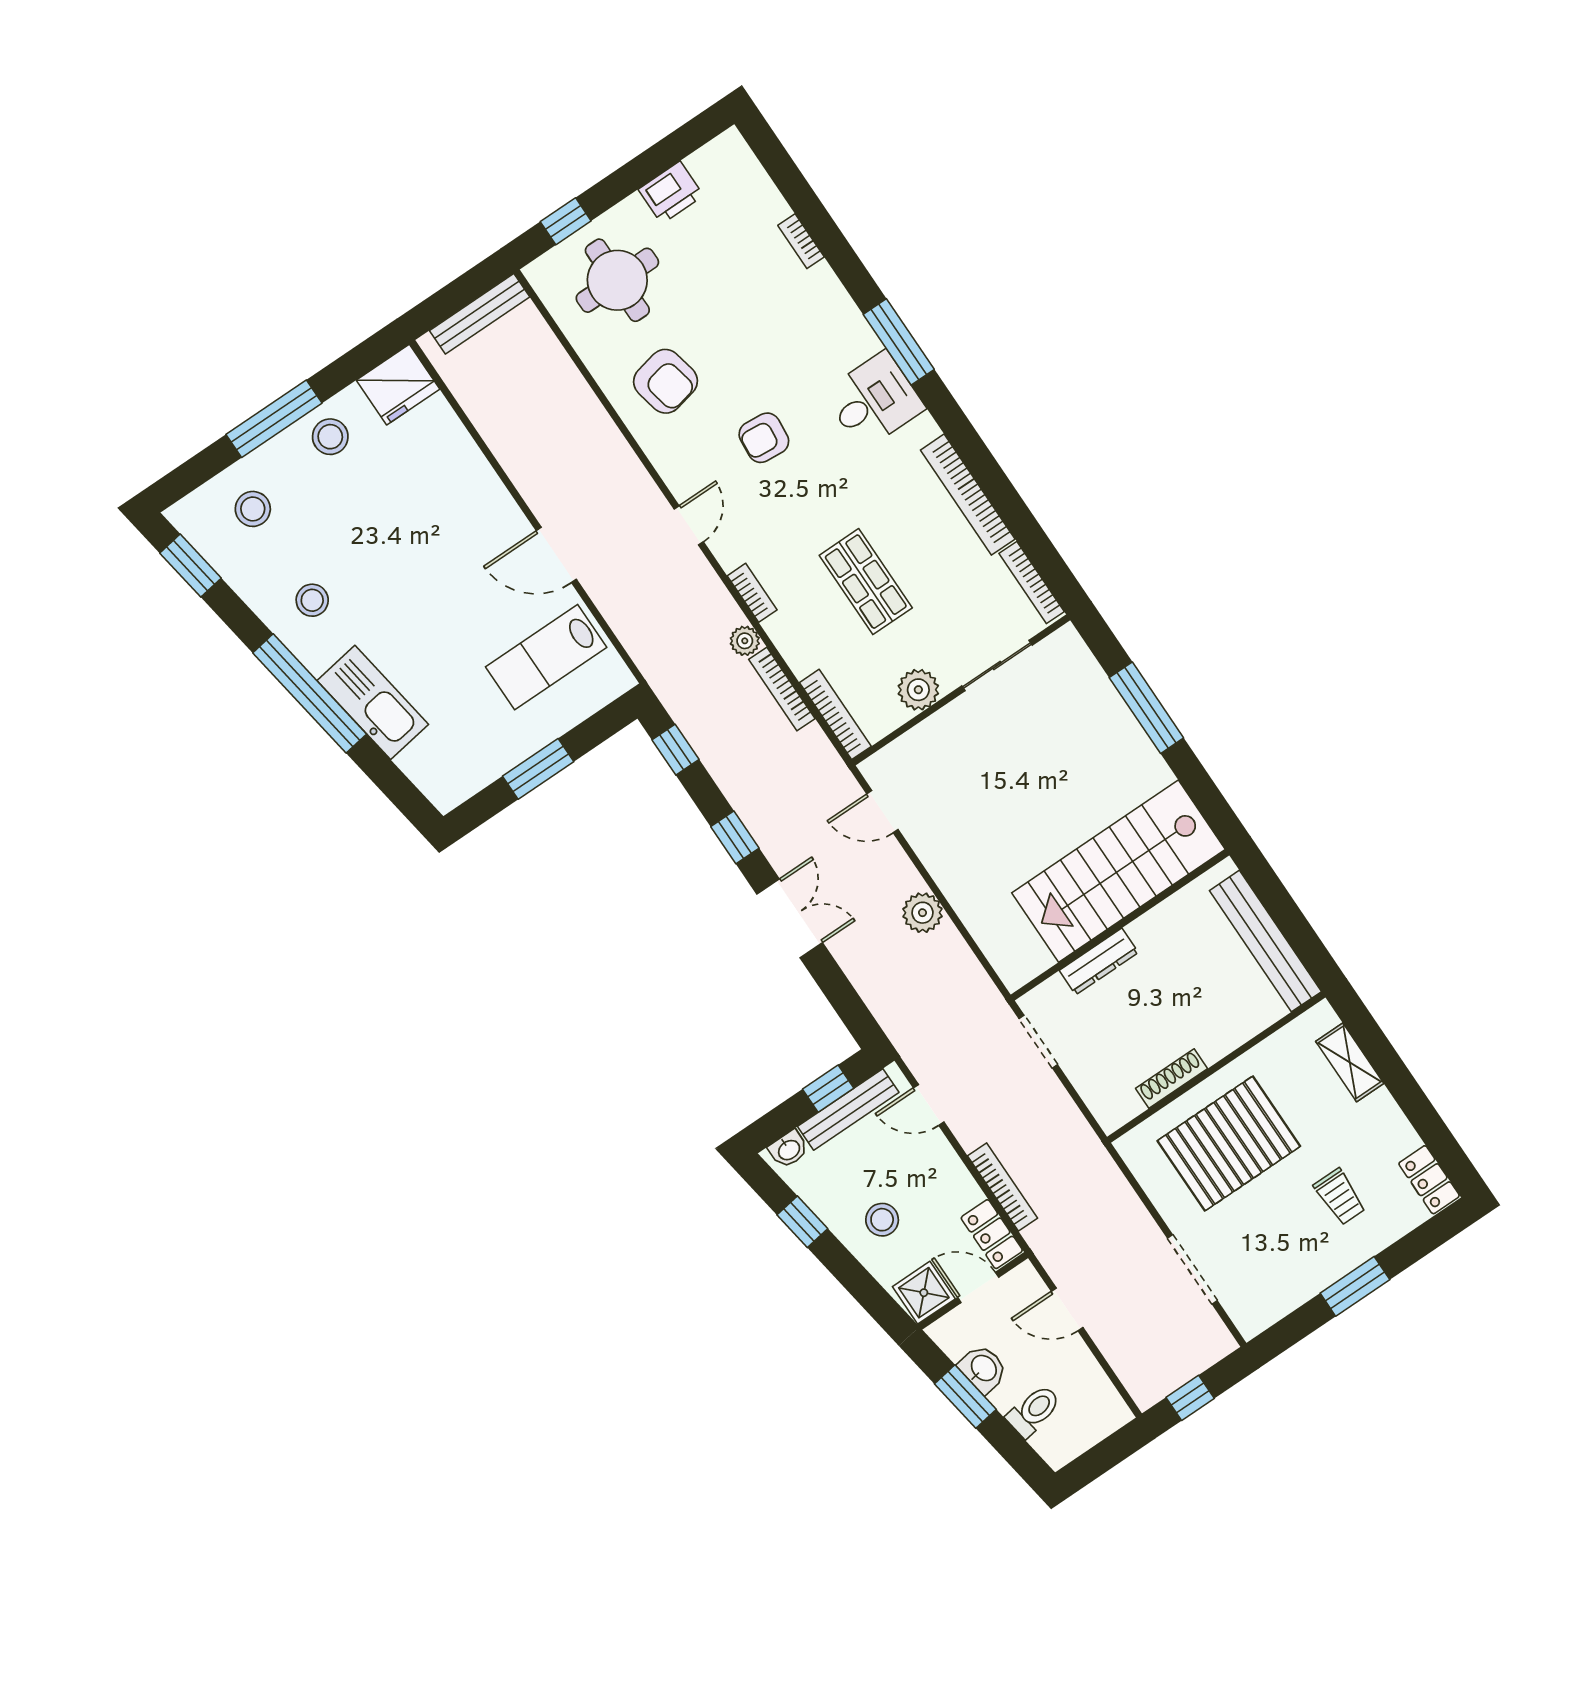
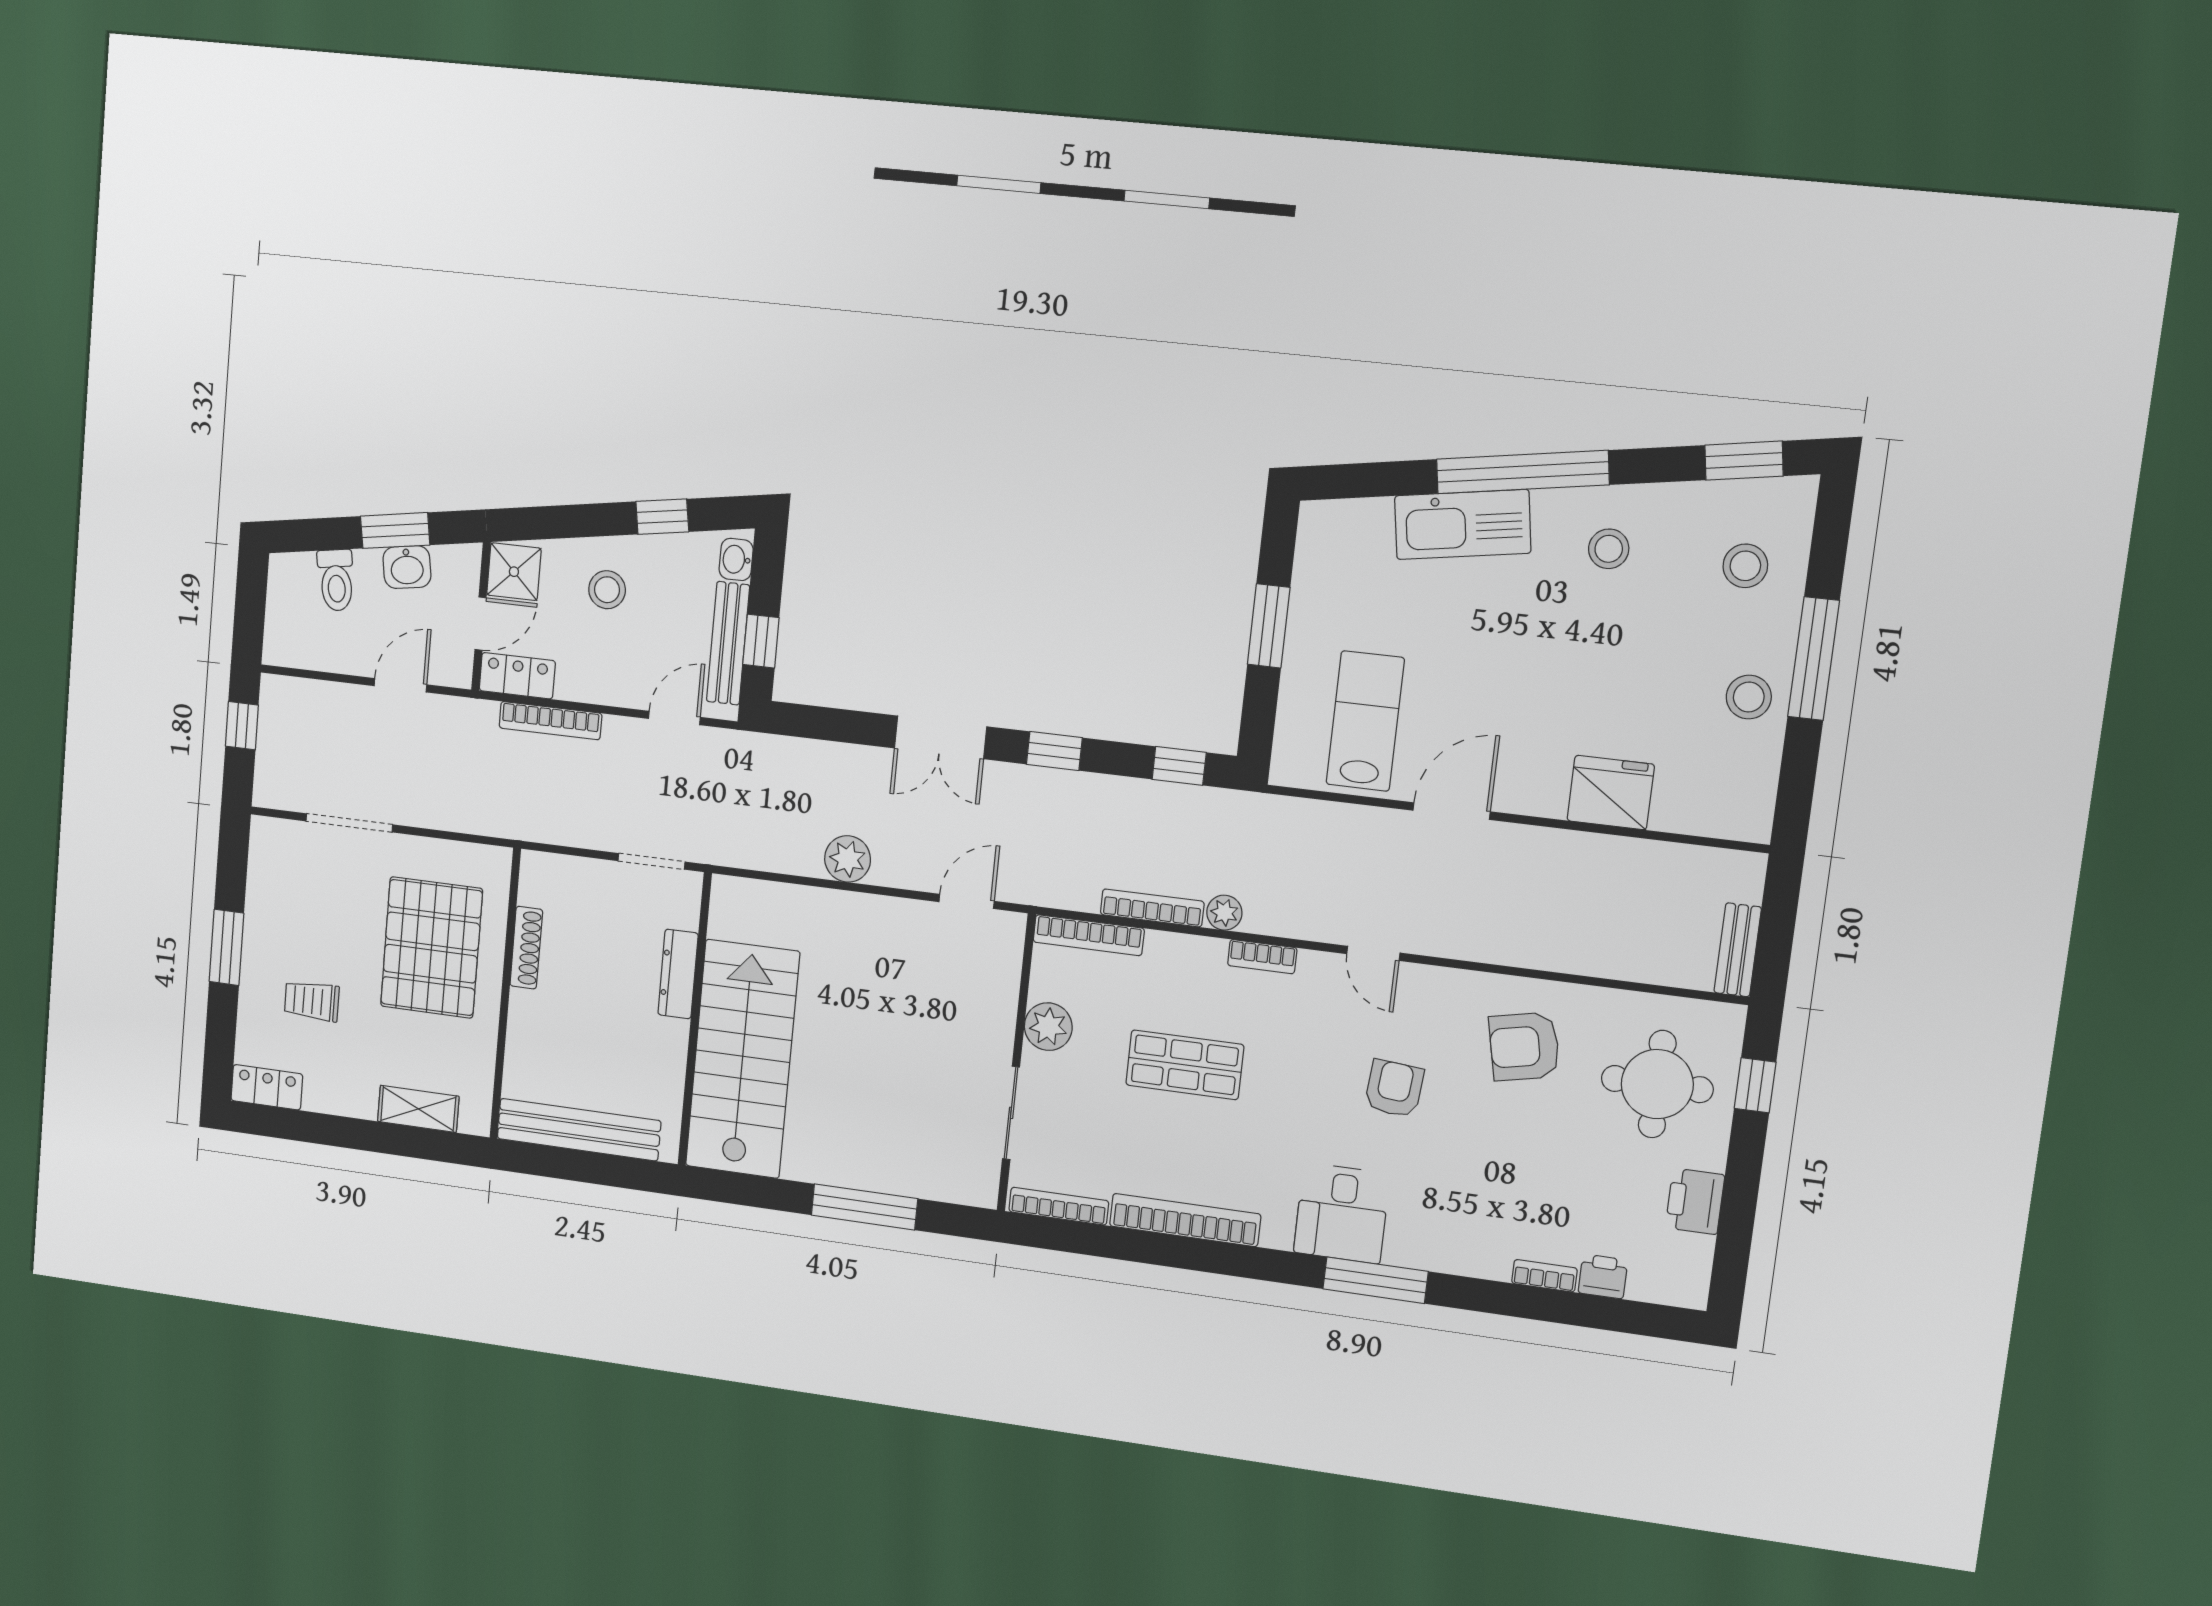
printer: (769, 206) -> (1603, 1276), added
bench: (480, 314) -> (1738, 950), width x0.73
fridge: (398, 385) -> (1611, 793), moved, turned 90

